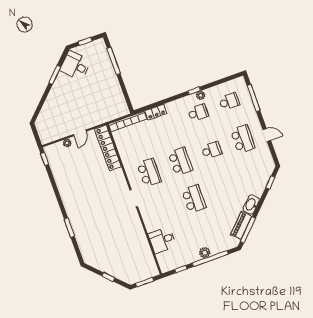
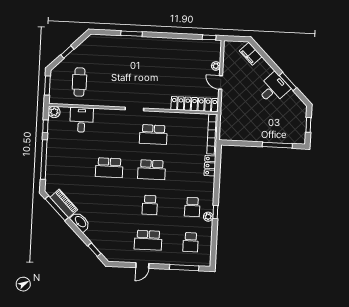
desk: (75, 66) -> (273, 88), moved
filing cabinet: (44, 117) -> (251, 54), added
plant: (205, 253) -> (54, 112), moved
cafe table: (130, 256) -> (79, 82), added

